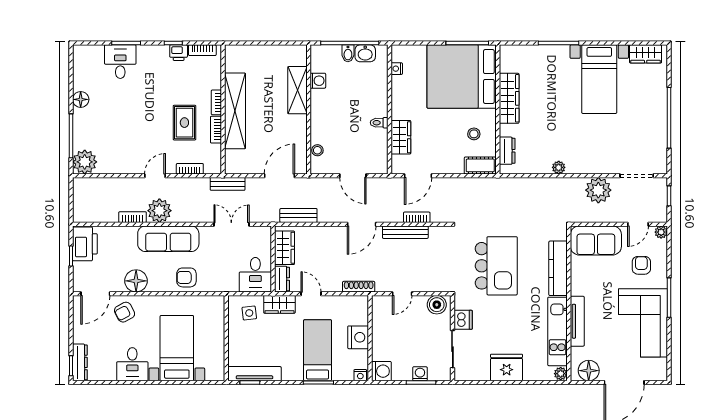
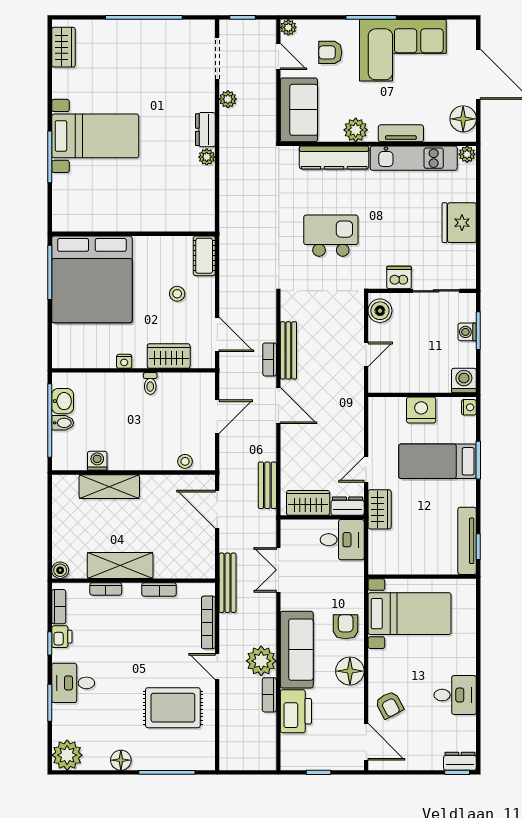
boiler: (231, 51) -> (60, 570), added
desk: (120, 62) -> (73, 683), moved
nightstand: (397, 69) -> (124, 361), moved
bed with nightstands: (599, 79) -> (95, 136), moved
wardrobe: (509, 98) -> (119, 219), removed
bookcase: (216, 102) -> (106, 589), moved
shelving: (235, 111) -> (120, 565), width x0.68
rug: (184, 123) -> (173, 708), moved, width x1.36, depth x1.43
stool: (474, 134) -> (177, 294), moved
dresser: (507, 151) -> (205, 130), moved, turned -90
plant: (85, 162) -> (67, 755), moved
bookcase: (190, 169) -> (208, 622), width x1.56
bench: (228, 184) -> (227, 583), width x1.36
plant: (598, 190) -> (228, 99), width x0.53, depth x0.53
bookcase: (417, 217) -> (270, 359), moved
printer: (85, 244) -> (296, 711), moved, turned 90
kitchen island: (496, 266) -> (331, 236), width x0.73, depth x0.78
armchair: (186, 277) -> (346, 627), turned 180
floor lamp: (136, 281) -> (350, 671), moved
plant: (580, 285) -> (356, 130), added
shoe rack: (359, 287) -> (357, 409), removed
door: (402, 294) -> (366, 354), hinge flipped
side table: (249, 313) -> (391, 547), removed
tv unit: (577, 321) -> (401, 133), width x0.71
bed with nightstands: (177, 348) -> (410, 614), moved, turned 180
dresser: (80, 362) -> (460, 761), width x0.70

